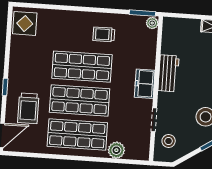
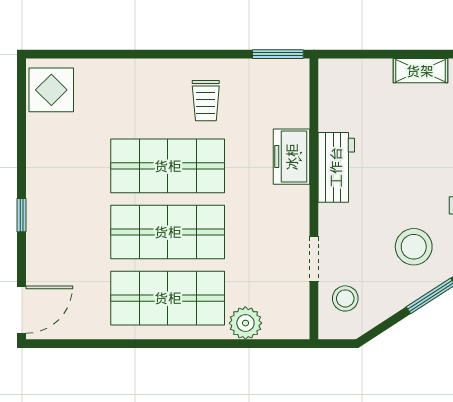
plant: (152, 23) -> (298, 72), removed
trolley: (104, 34) -> (206, 101), turned -90
freezer: (145, 84) -> (292, 157), moved
trolley: (28, 108) -> (69, 254), removed

